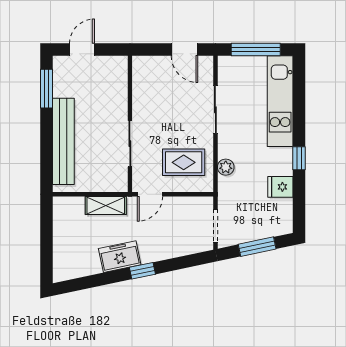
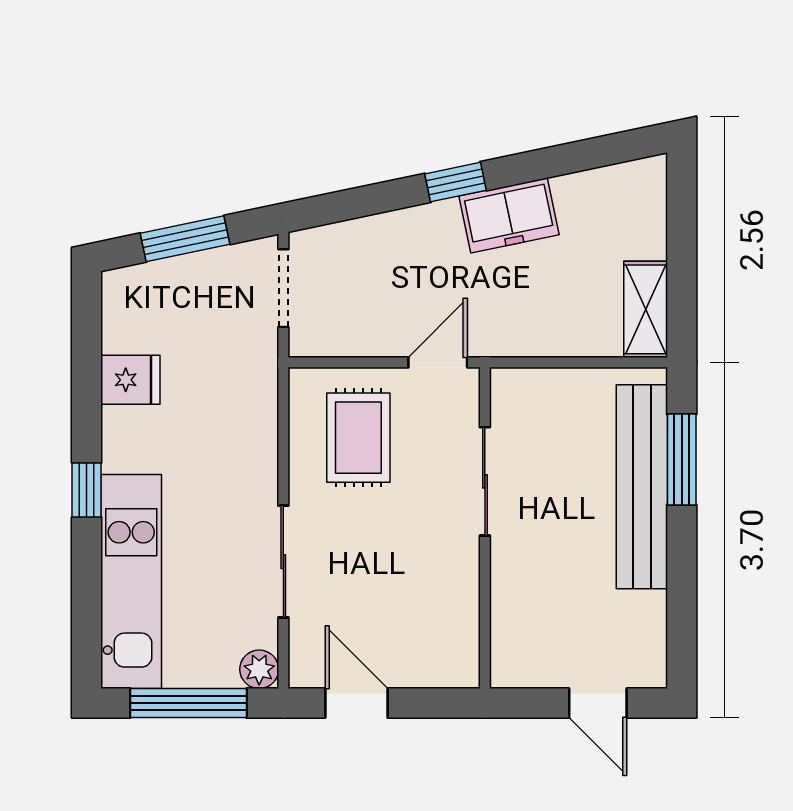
door: (82, 50) -> (598, 703), hinge flipped
window: (46, 89) -> (682, 460), moved
window: (299, 158) -> (87, 490), moved
rug: (184, 162) -> (358, 438), turned 90
plant: (226, 167) -> (259, 669), moved
shelving: (106, 205) -> (646, 309), moved, turned 90

